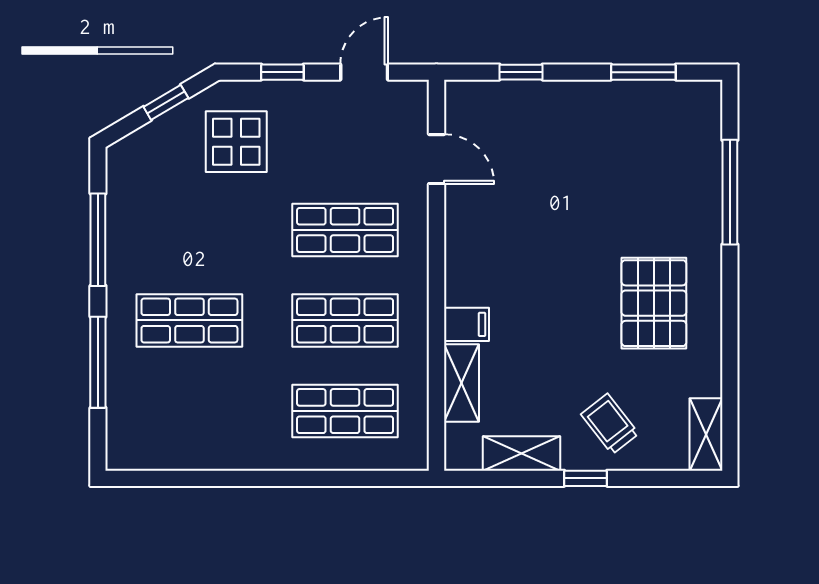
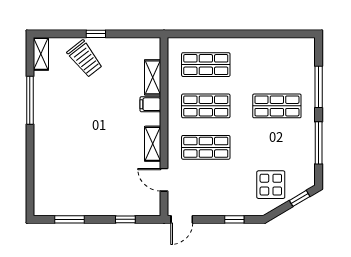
door: (364, 72) -> (182, 219), moved
window: (166, 102) -> (300, 198), moved
display table: (236, 142) -> (271, 185), moved
window: (730, 192) -> (30, 100), moved
pallet: (654, 303) -> (65, 114), removed
trolley: (610, 424) -> (85, 59), width x1.36, depth x1.39
shelving: (522, 453) -> (153, 144), moved, turned 90

